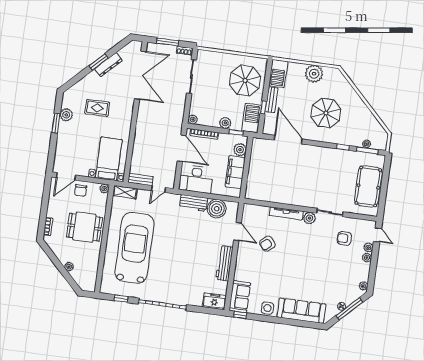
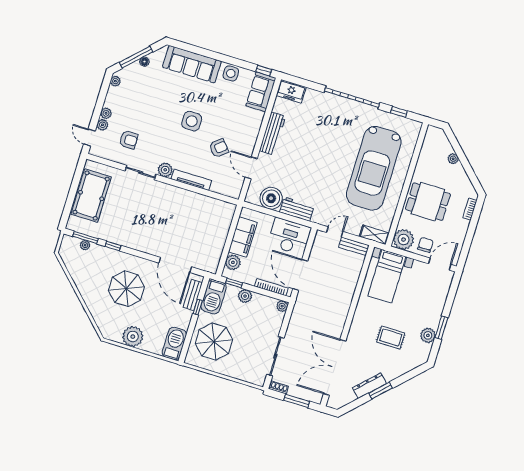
bench: (272, 100) -> (193, 295), moved
plant: (104, 189) -> (403, 240), width x1.87, depth x1.87
side table: (294, 263) -> (192, 121), added

